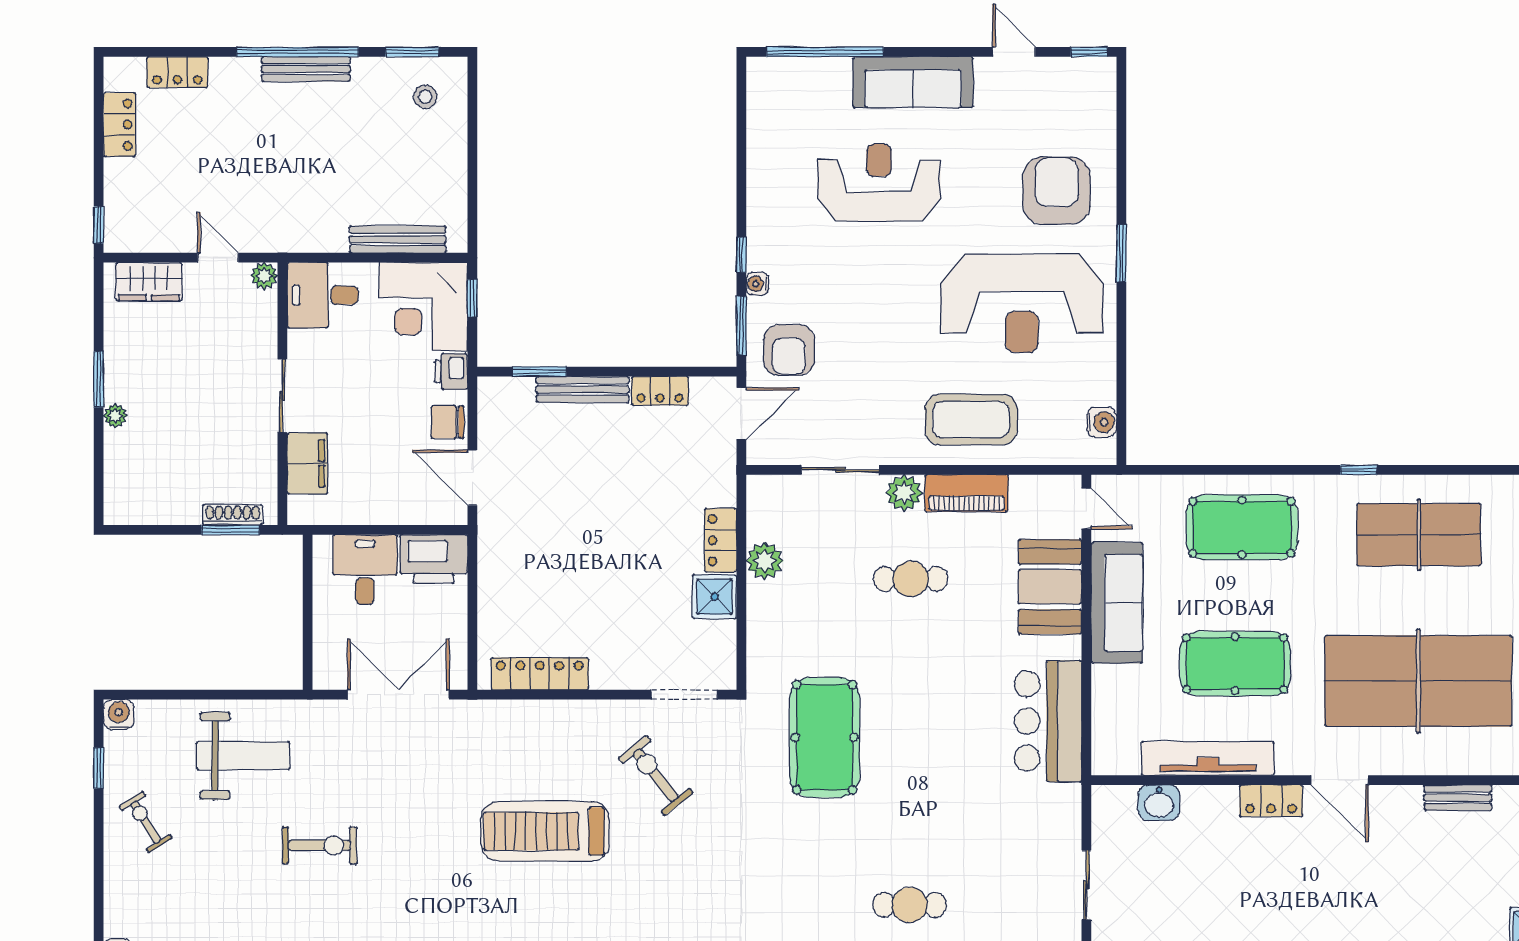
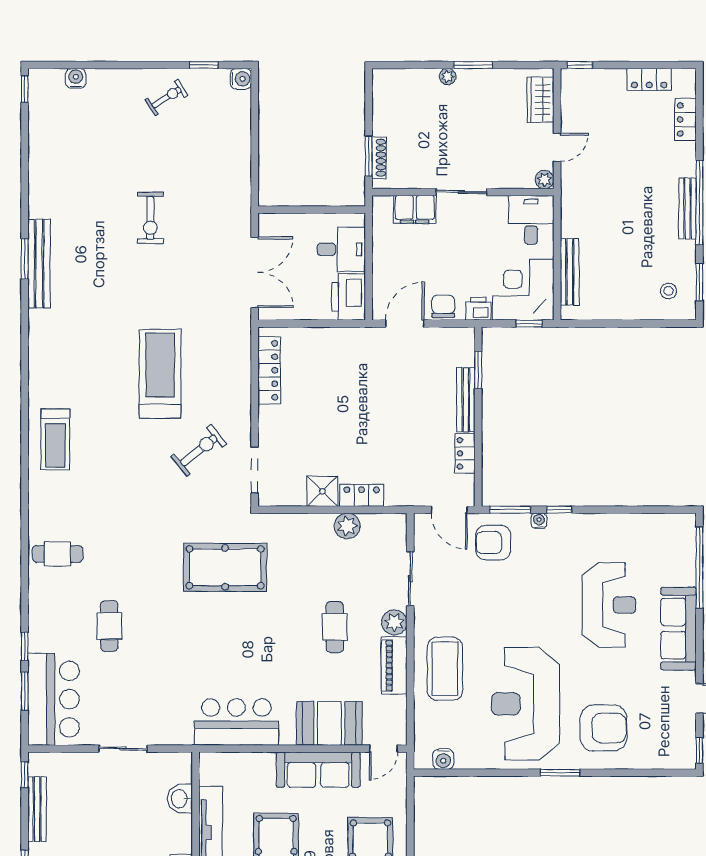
weight bench: (243, 756) -> (212, 165), removed

